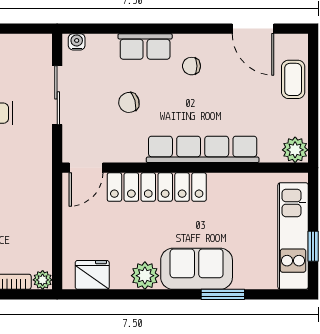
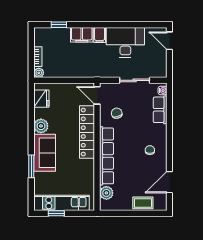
row of seats: (145, 46) -> (160, 110), moved
chair: (129, 102) -> (117, 113), moved
plant: (295, 150) -> (106, 193), moved

